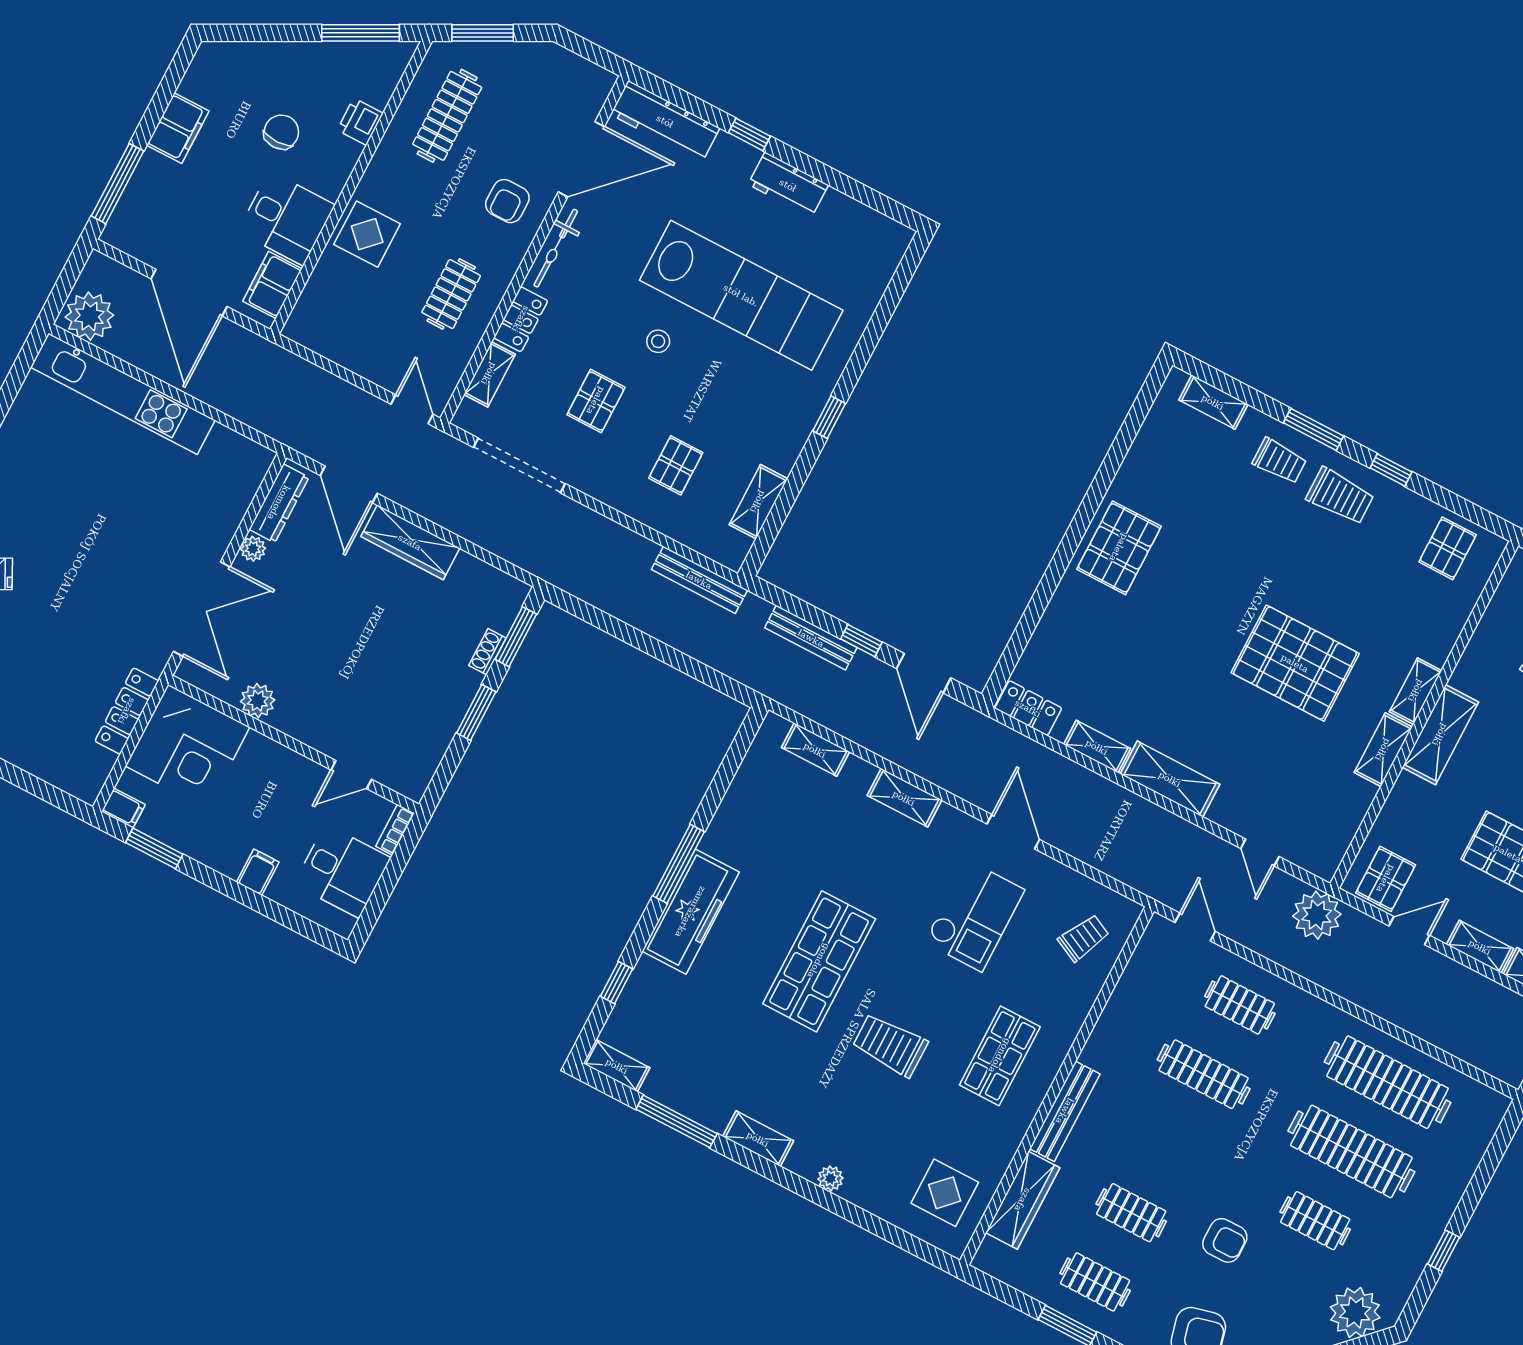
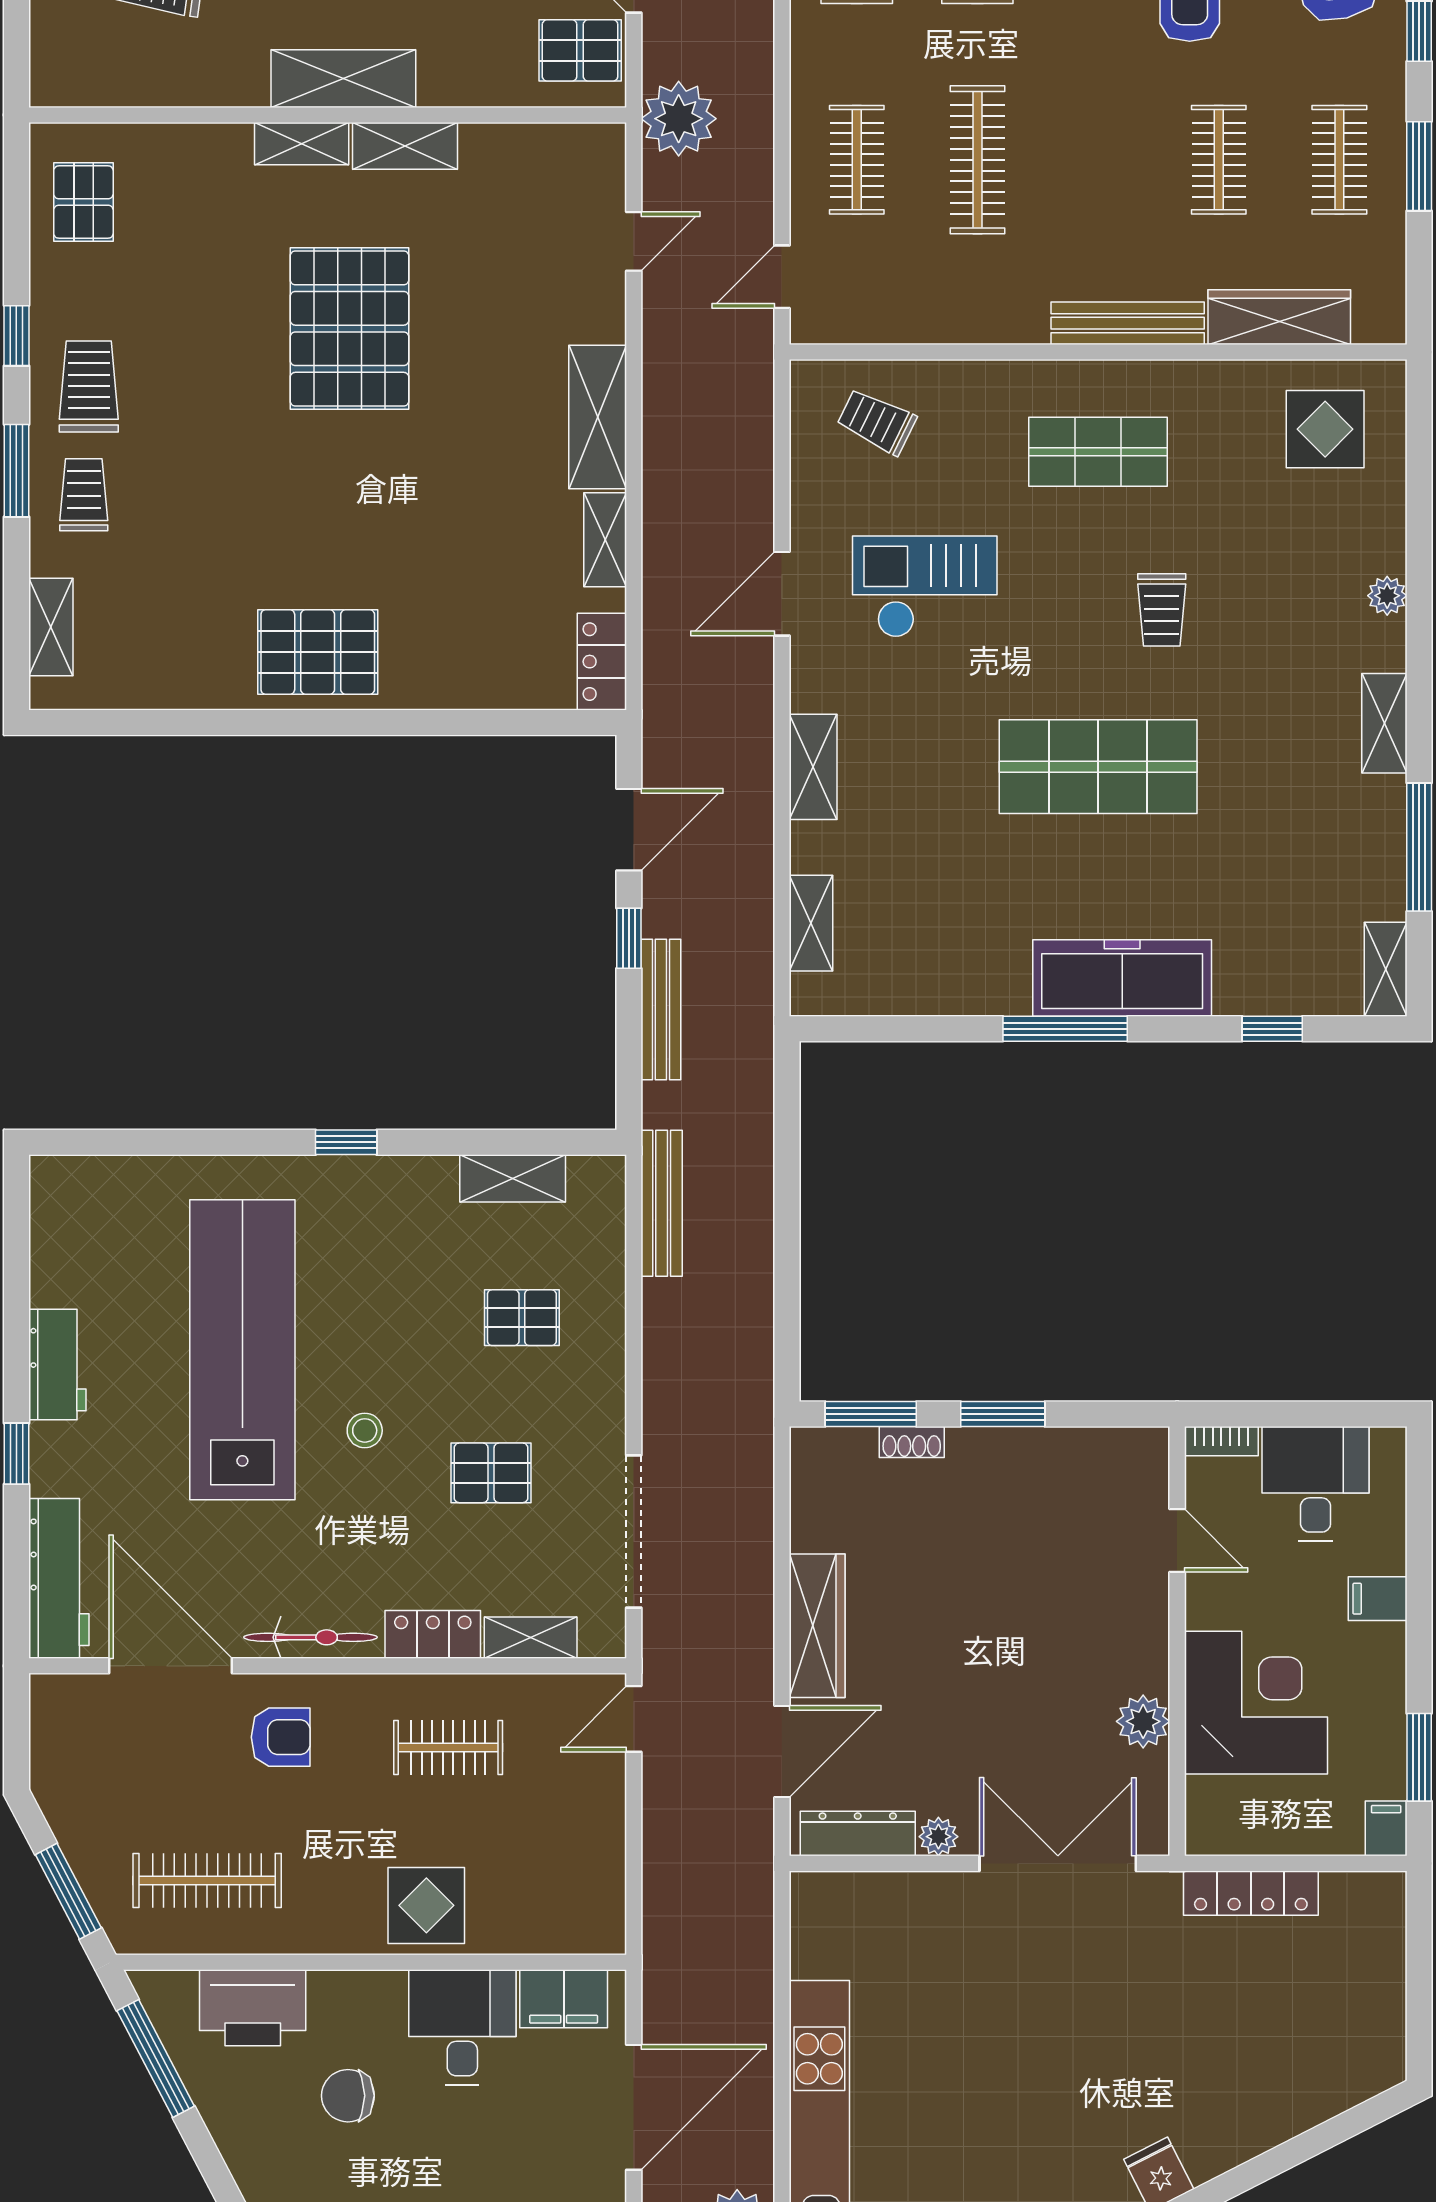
printer: (360, 122) -> (253, 2008), width x1.87, depth x1.48
pallet: (1448, 548) -> (83, 202), turned 90
corner desk: (188, 747) -> (1256, 1703), moved
trolley: (890, 1045) -> (1162, 610), width x0.73, depth x0.72

